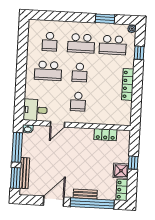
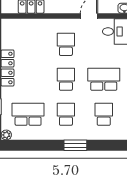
window: (105, 19) -> (75, 145), moved
school desk: (81, 43) -> (66, 114), width x0.54

